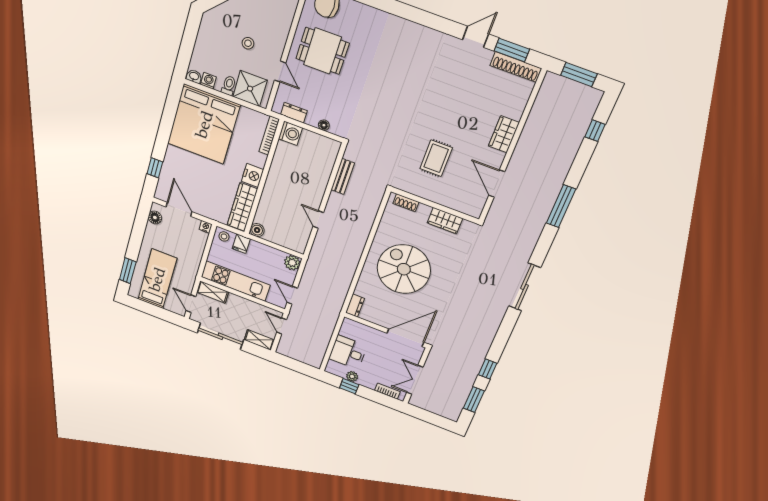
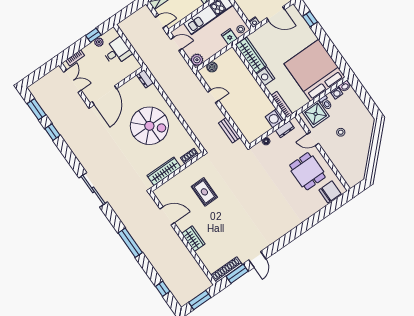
dining table: (322, 51) -> (307, 171), turned 90
wardrobe: (445, 221) -> (164, 171), width x1.50
boiler: (257, 230) -> (212, 67), moved

